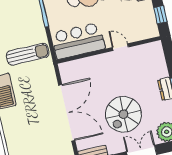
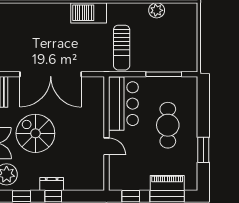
door: (120, 47) -> (107, 146), hinge flipped

